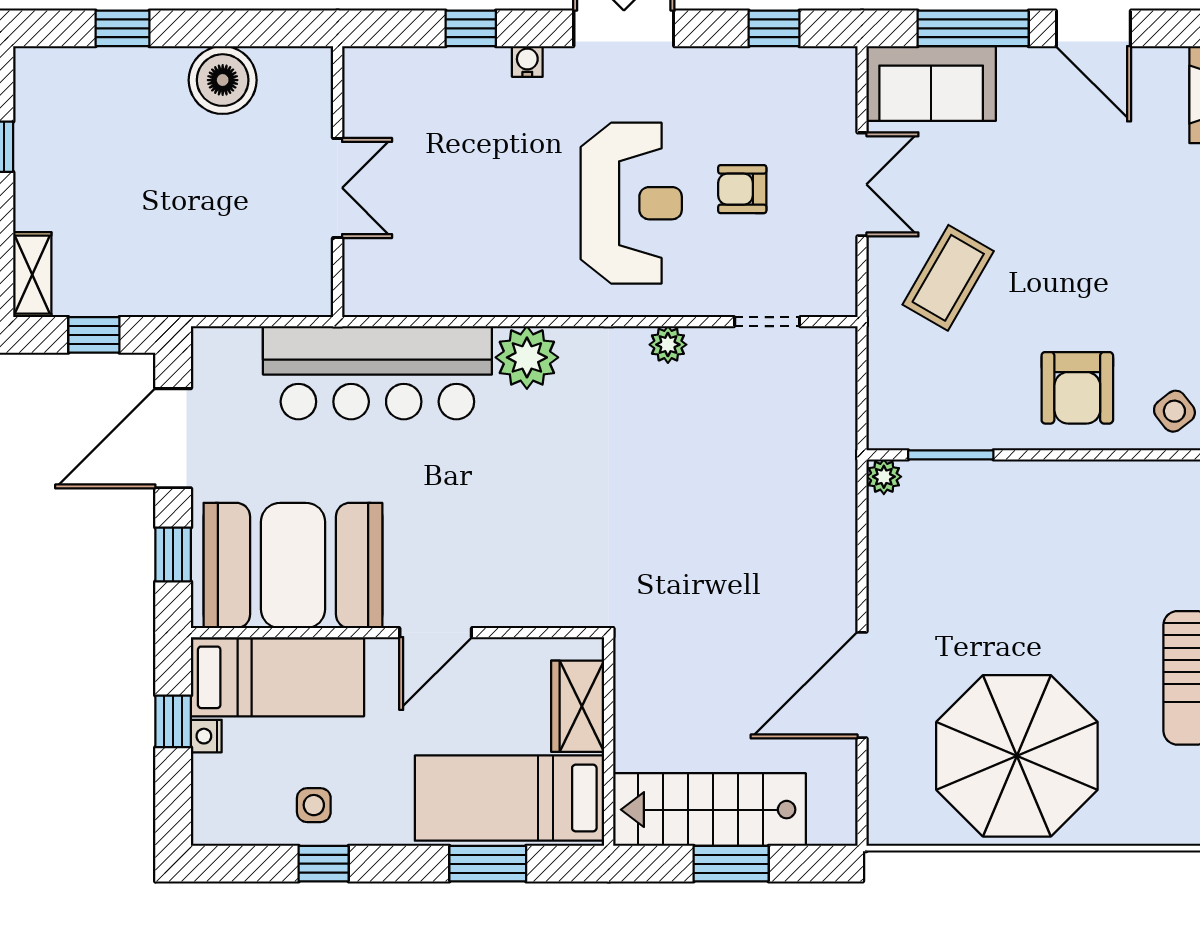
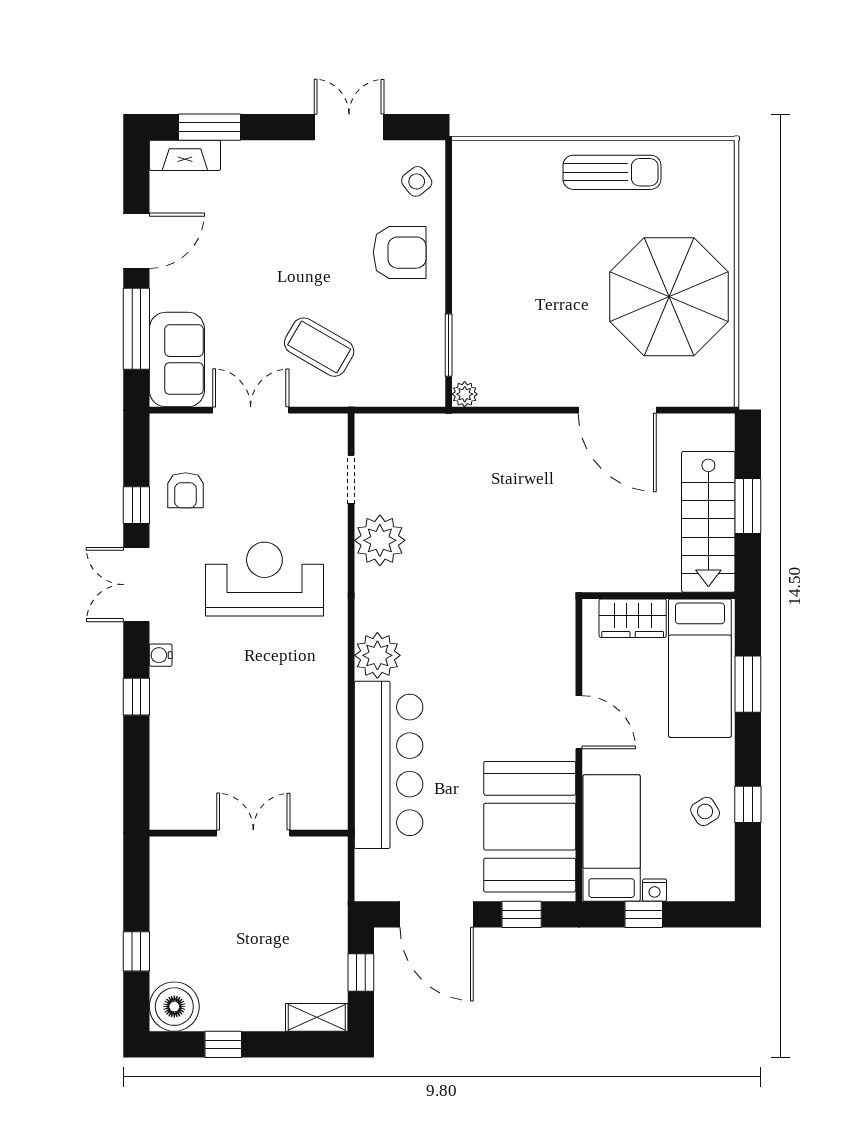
window: (774, 28) -> (136, 505), moved
boiler: (223, 80) -> (174, 1007), moved
wall: (338, 182) -> (249, 833), moved
double door: (338, 188) -> (253, 833), moved
armchair: (742, 189) -> (185, 490), moved
plant: (668, 345) -> (380, 540), width x1.87, depth x1.87
side table: (314, 805) -> (705, 811), turned -32

